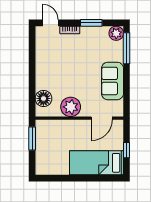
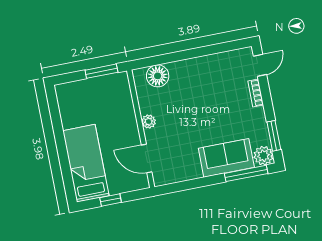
window: (91, 23) -> (274, 136), moved
sofa: (112, 81) -> (226, 158), moved
plant: (71, 107) -> (149, 122), width x0.53, depth x0.53

